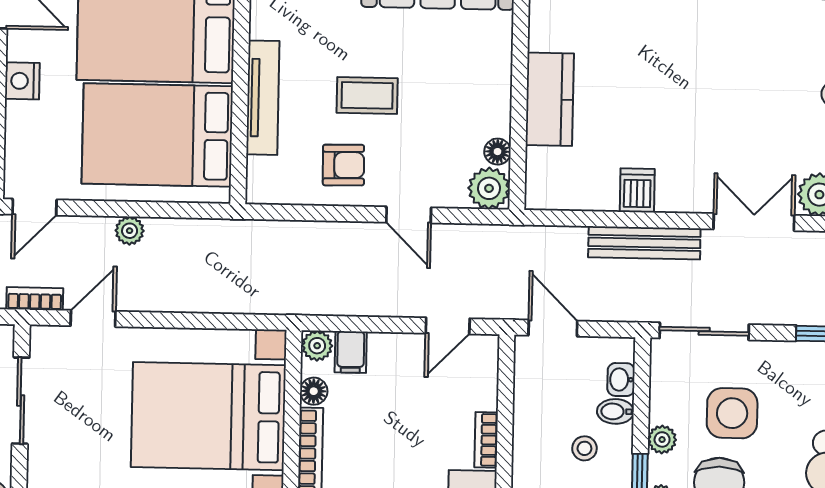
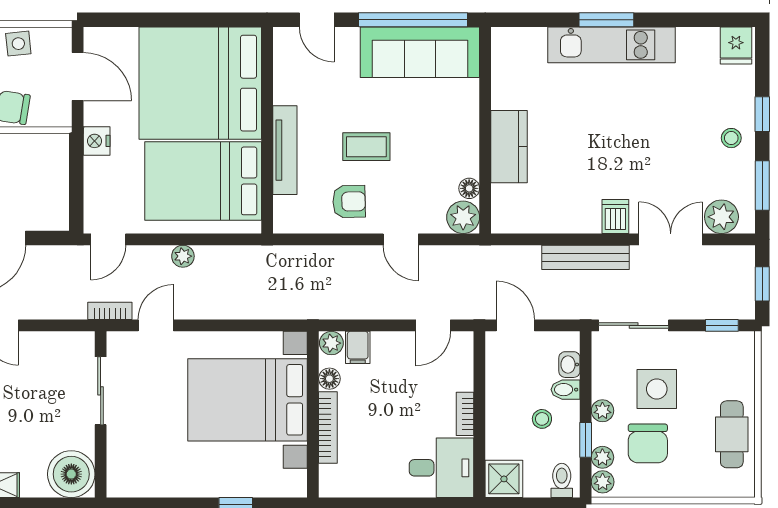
dishwasher: (637, 190) -> (615, 216), moved

